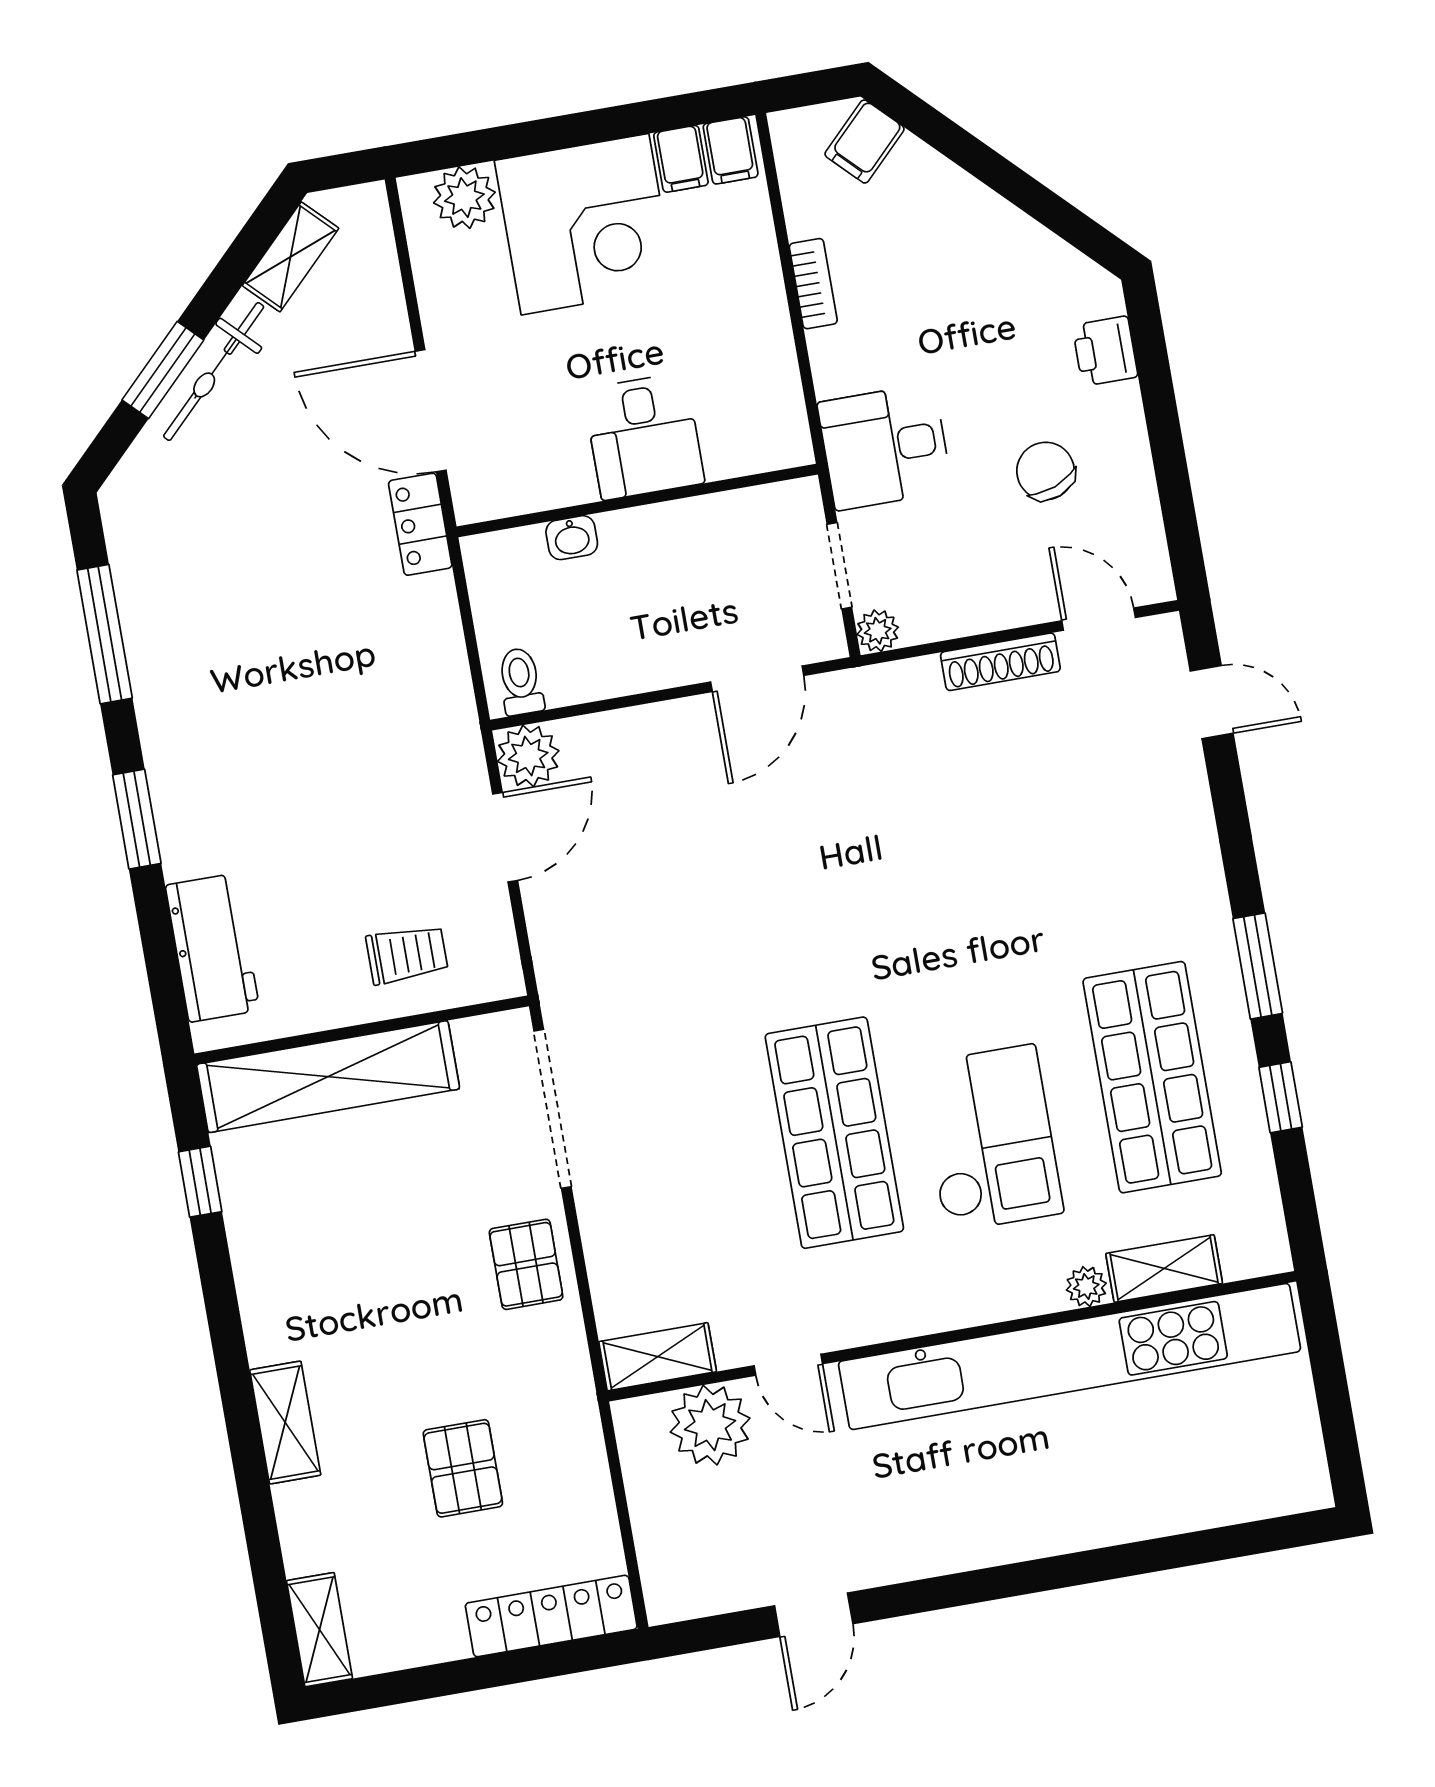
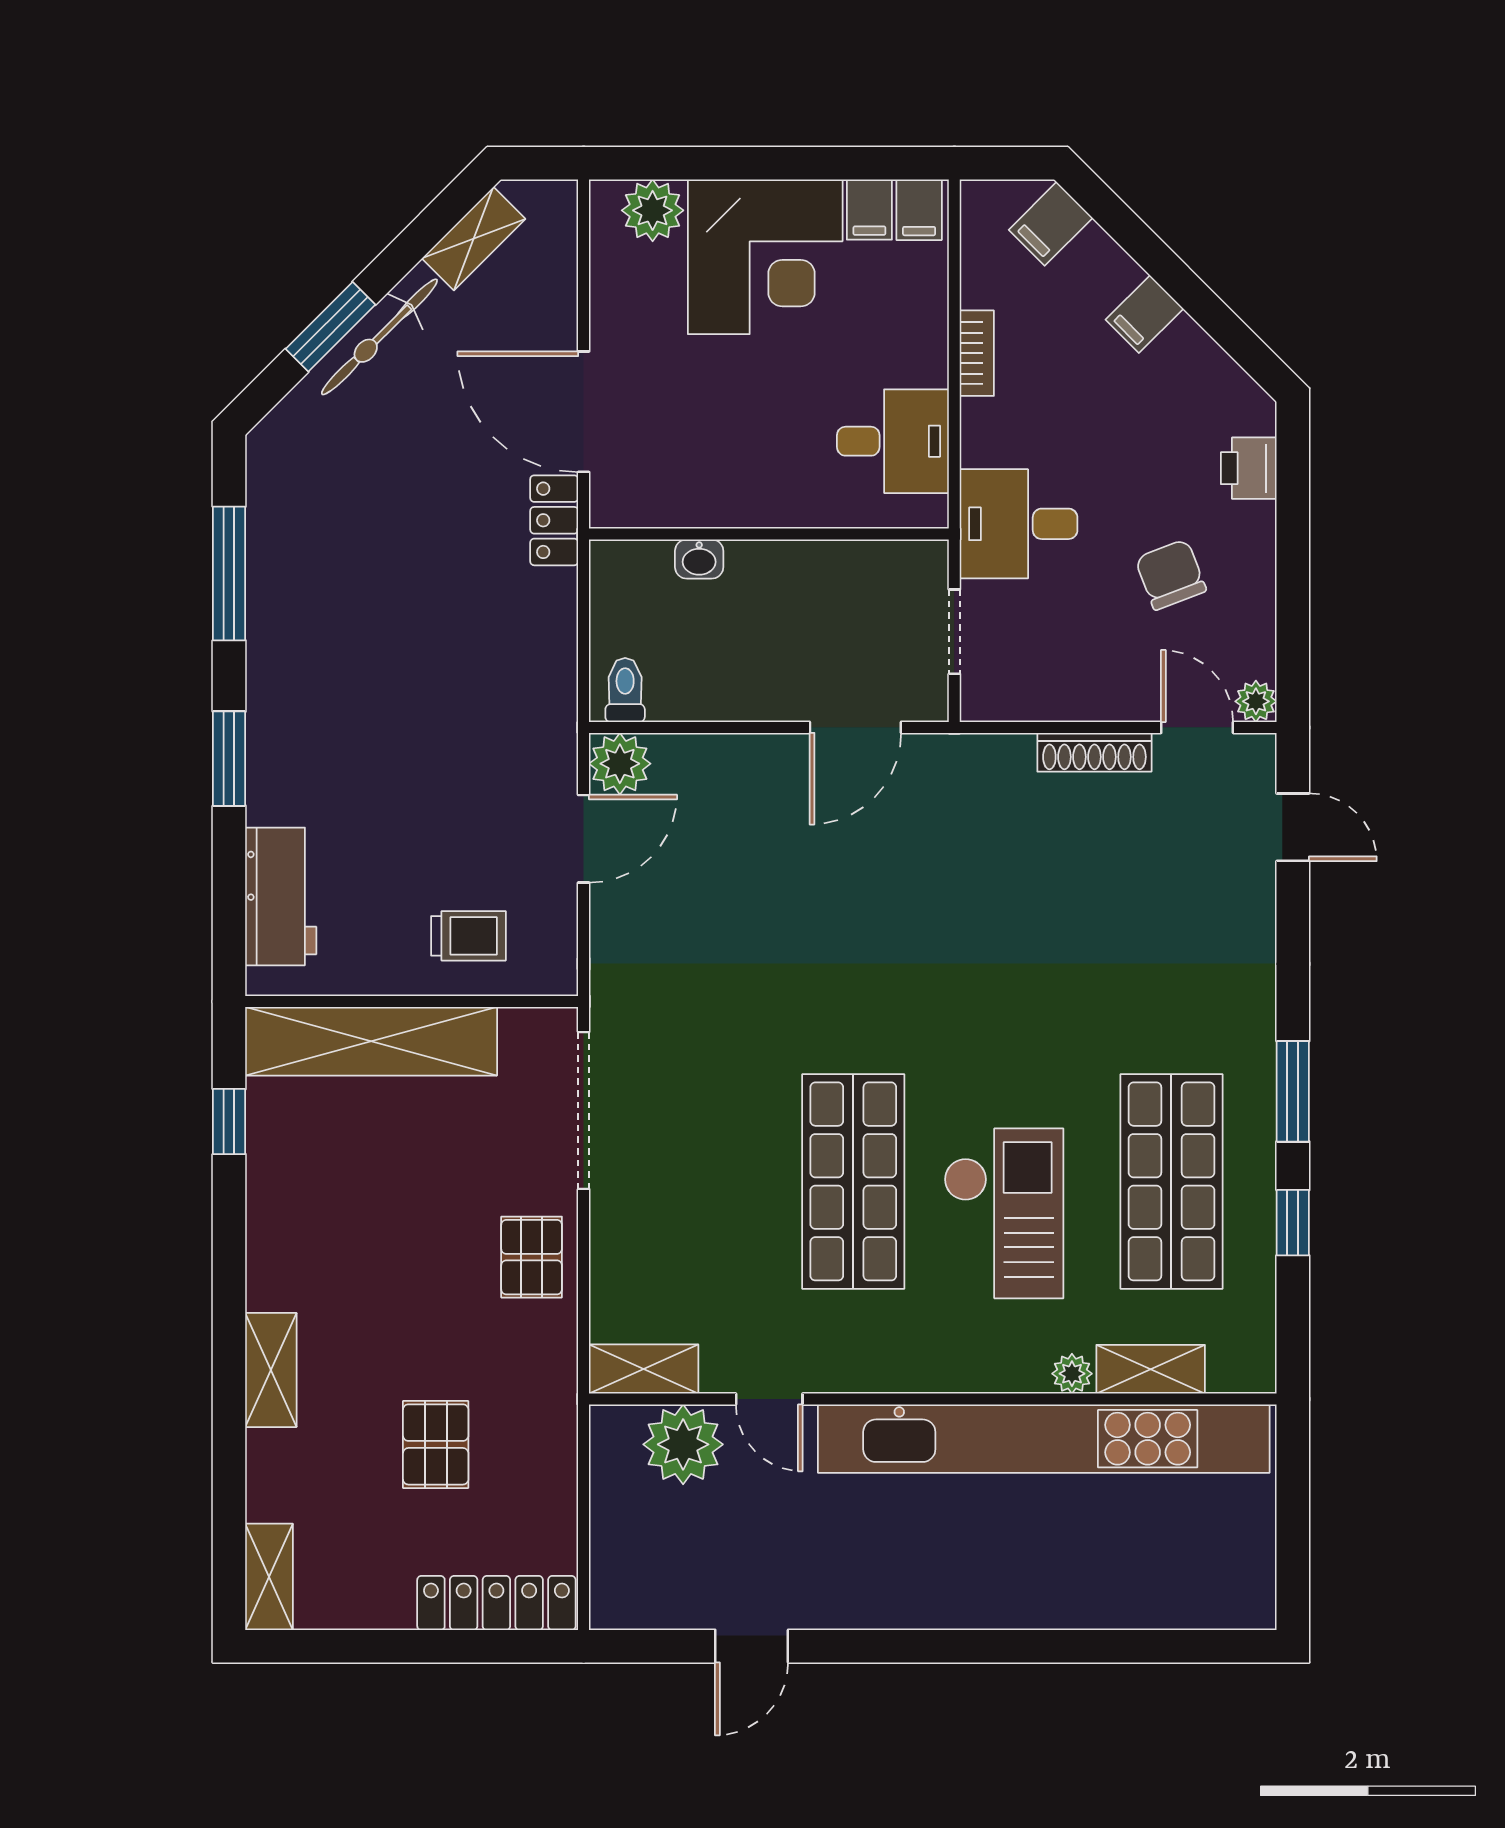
filing cabinet: (974, 215) -> (1144, 314), added
desk: (644, 436) -> (893, 441), moved, turned -90
plant: (878, 631) -> (1256, 701), moved

